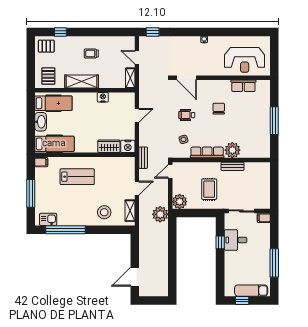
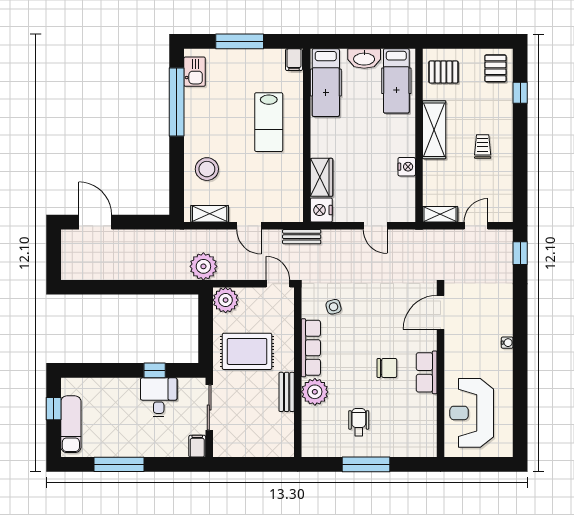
row of seats: (243, 86) -> (427, 372), moved
wheelchair: (187, 115) -> (359, 422), moved
rug: (209, 189) -> (247, 351), width x1.36, depth x1.43

